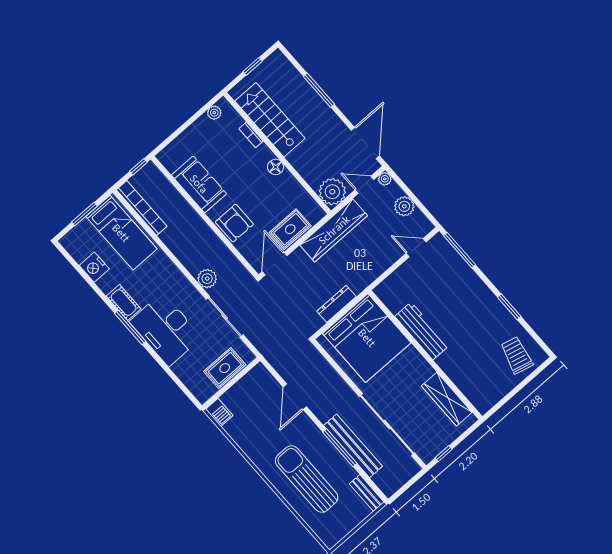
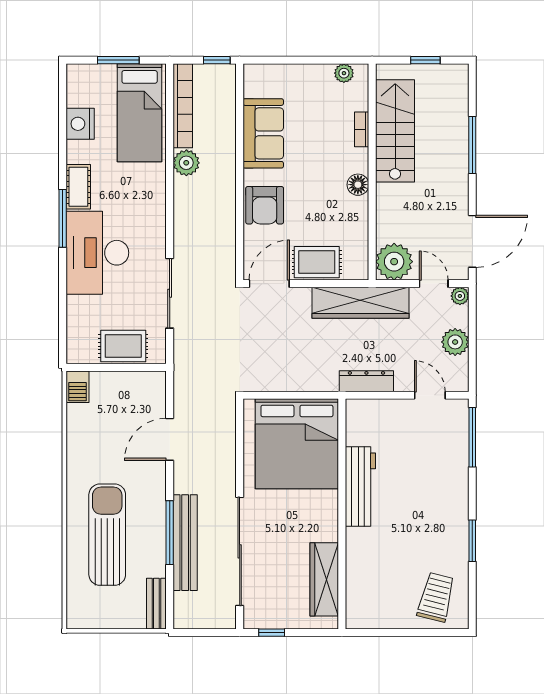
plant: (207, 279) -> (186, 163), moved
dresser: (337, 304) -> (366, 381), moved

